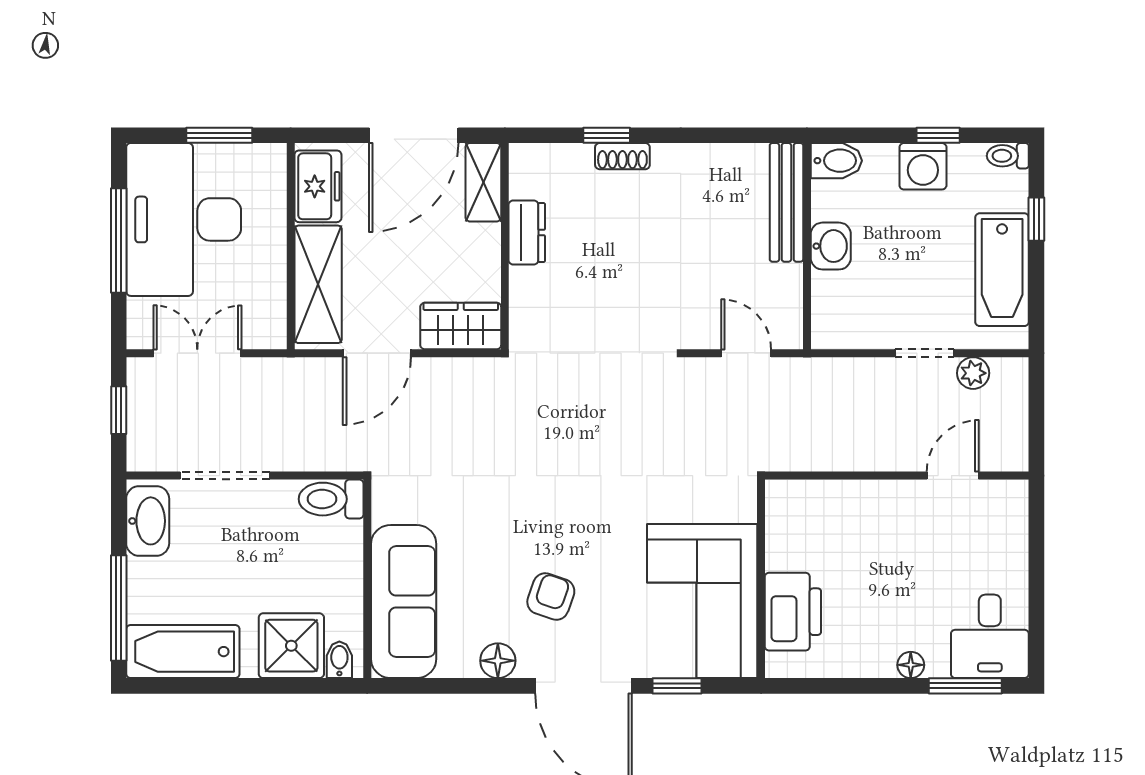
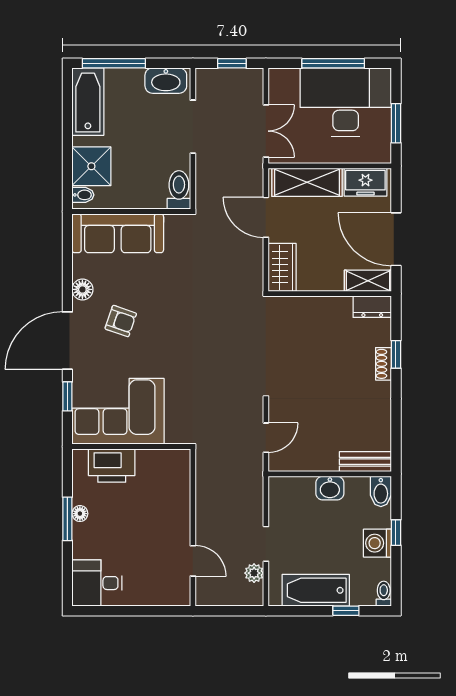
window: (938, 135) -> (396, 533), moved
bench: (786, 202) -> (365, 462), width x0.73
dresser: (527, 232) -> (372, 307), moved
double door: (197, 353) -> (266, 131), moved
floor lamp: (911, 665) -> (80, 514), moved
window: (965, 686) -> (67, 519), moved

